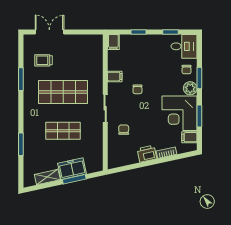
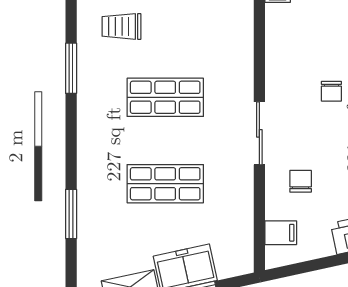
filing cabinet: (115, 77) -> (281, 233), moved
shop shelf: (63, 92) -> (165, 97), width x0.70, depth x0.74

